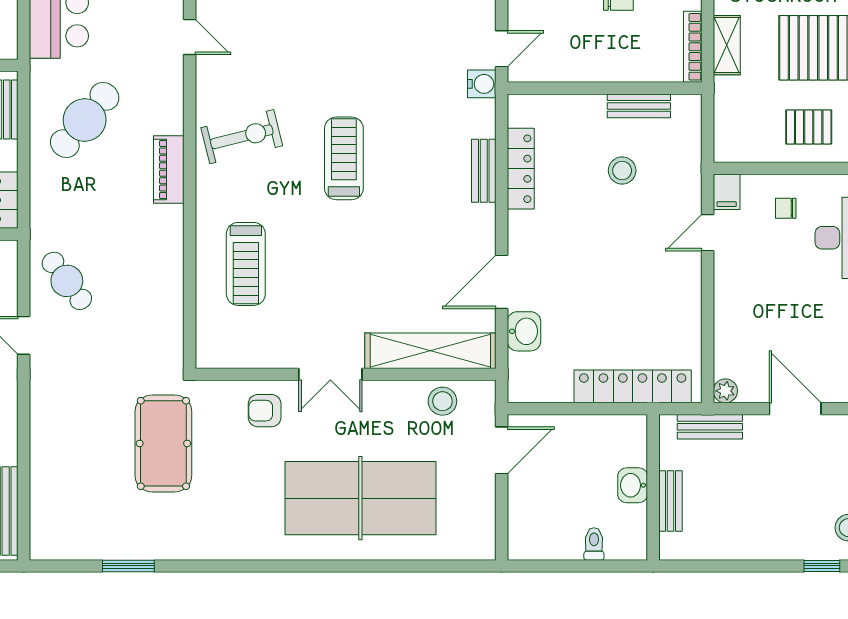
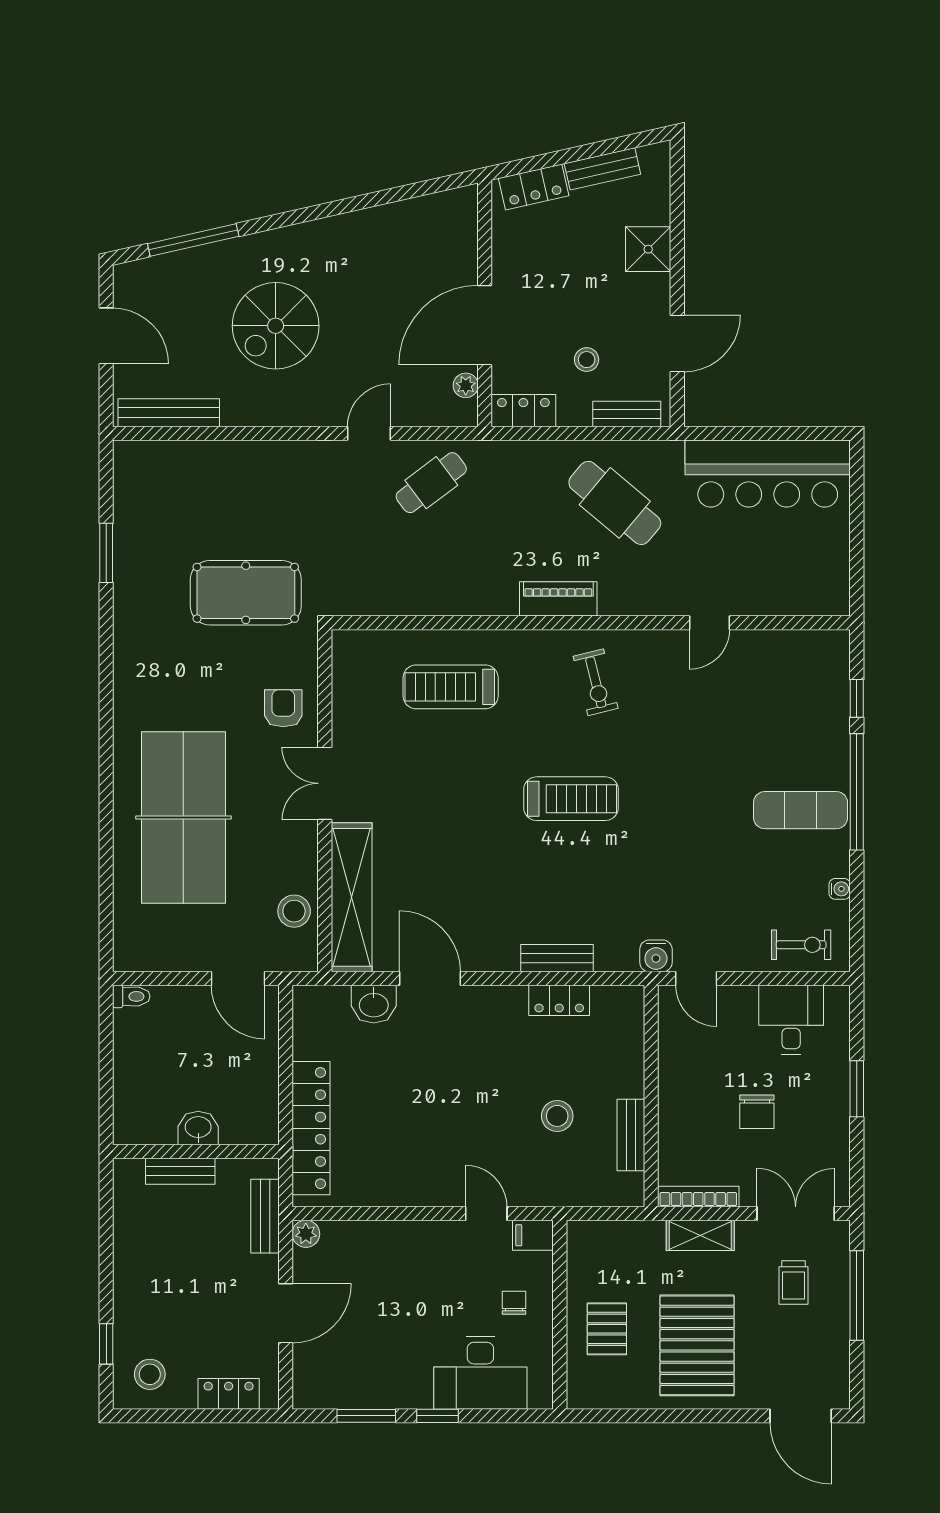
exercise bike: (242, 137) -> (596, 682), width x0.73, depth x0.72
locker: (521, 169) -> (559, 1000), width x0.66
toilet: (594, 544) -> (131, 996), moved

